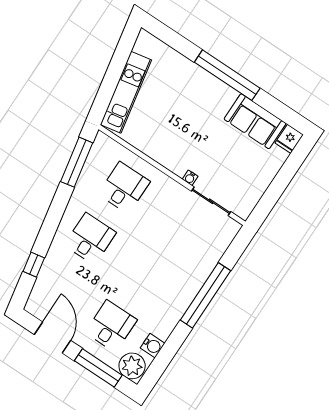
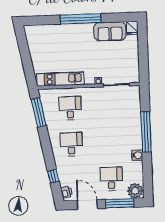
kitchen unit: (126, 92) -> (60, 79), moved, turned -79
printer: (36, 300) -> (67, 192), added
water cooler: (153, 346) -> (137, 155), moved

